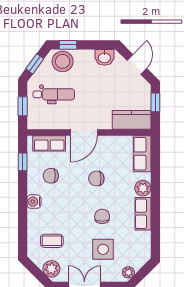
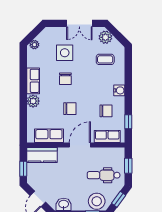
row of seats: (142, 154) -> (49, 136), moved, turned -90
plant: (128, 272) -> (34, 45), moved

